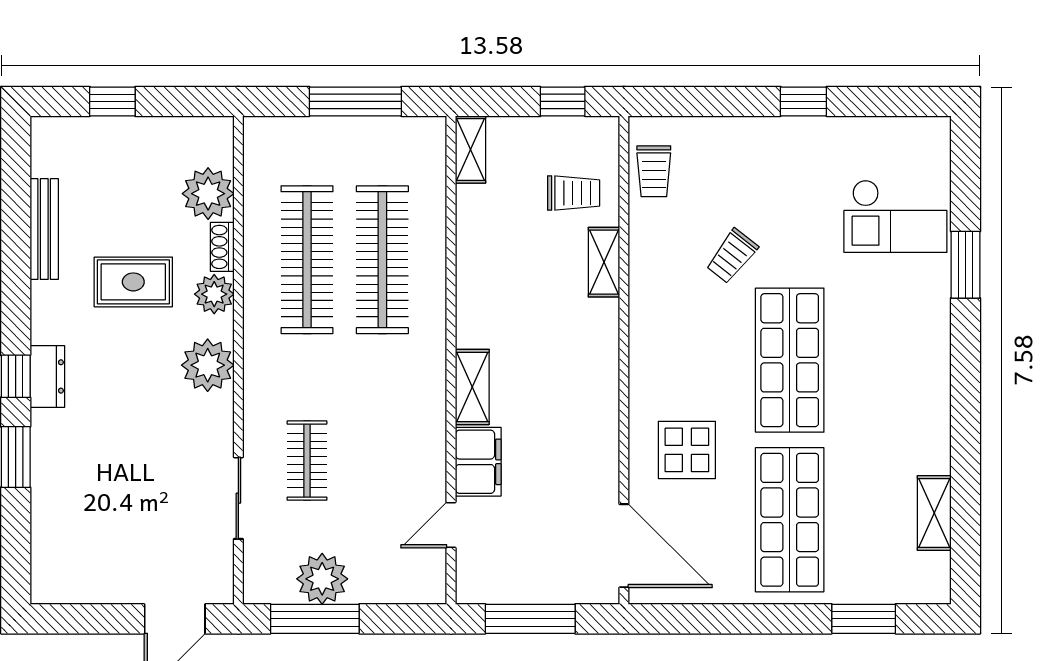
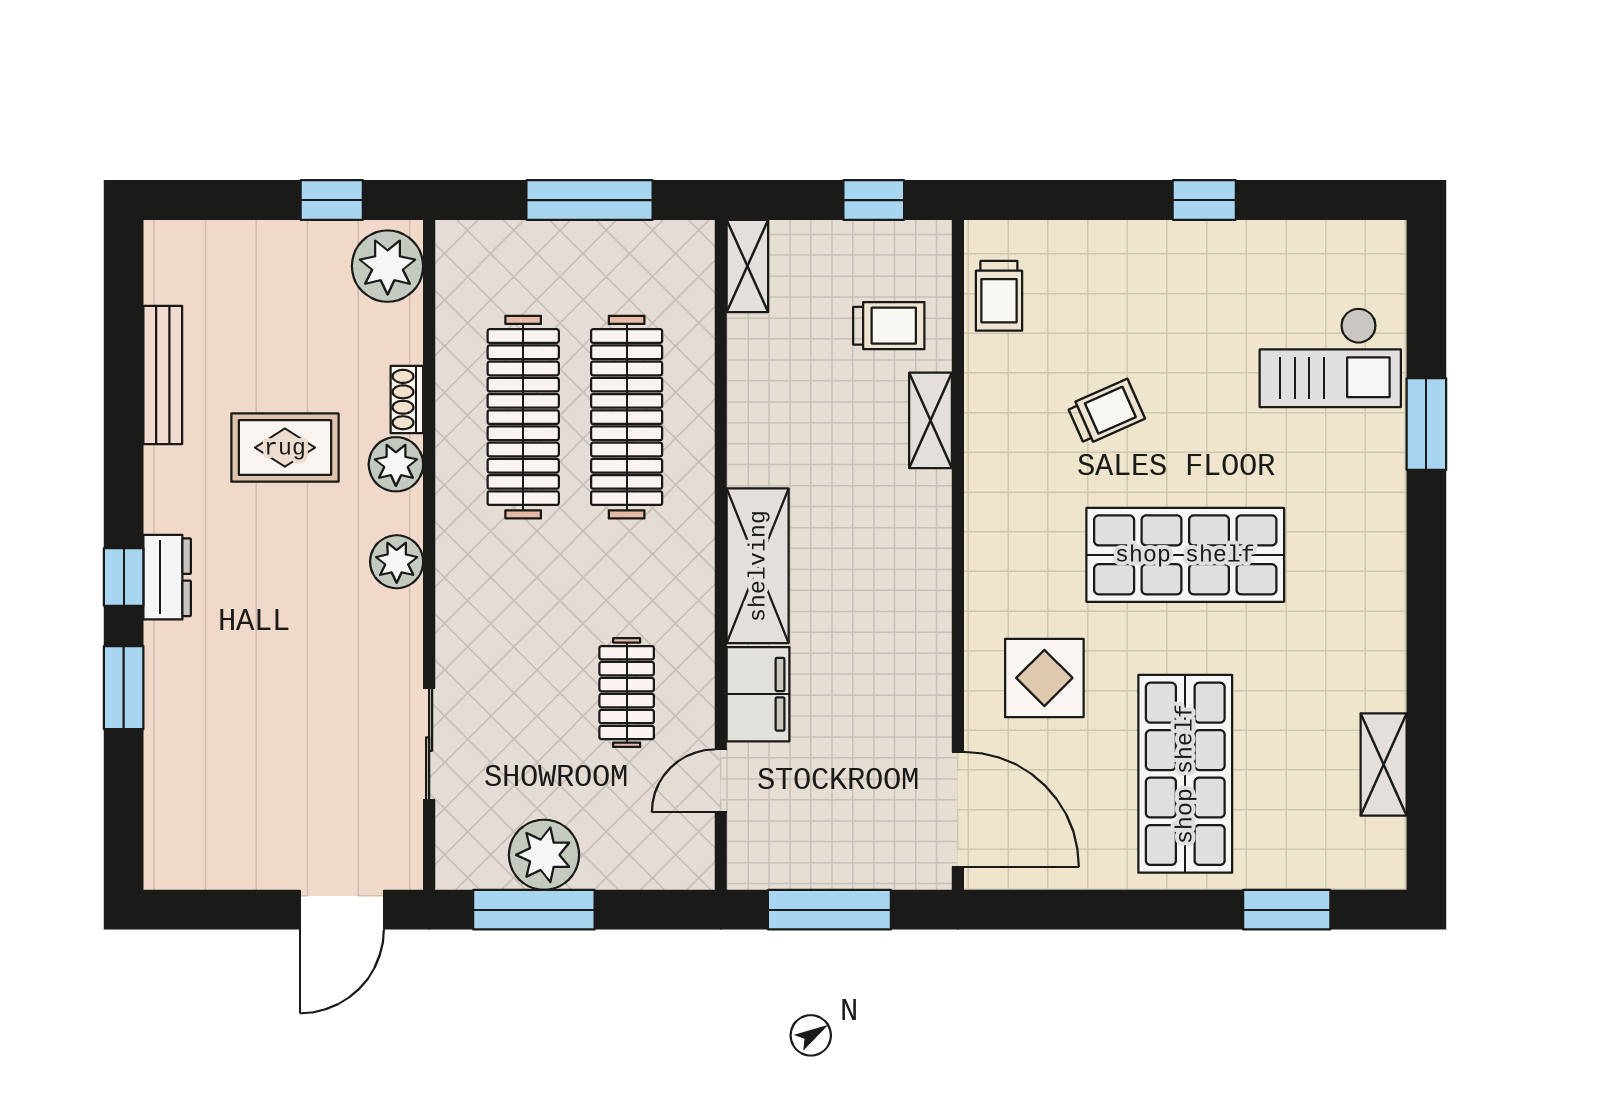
window: (112, 101) -> (332, 200), moved
plant: (208, 194) -> (388, 266), moved
trolley: (732, 256) -> (1106, 412), turned -152
shop shelf: (790, 360) -> (1185, 555), turned 90
plant: (208, 365) -> (397, 562), width x0.73, depth x0.73
shelving: (472, 387) -> (758, 566), width x1.50, depth x1.33
clothes rail: (307, 461) -> (627, 693), moved

